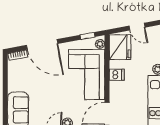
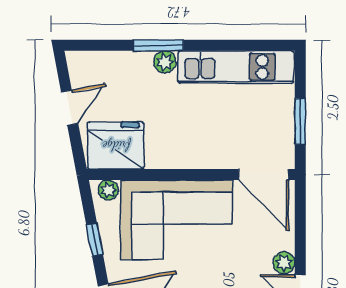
window: (88, 36) -> (95, 240), moved
dishwasher: (117, 75) -> (177, 153), removed

